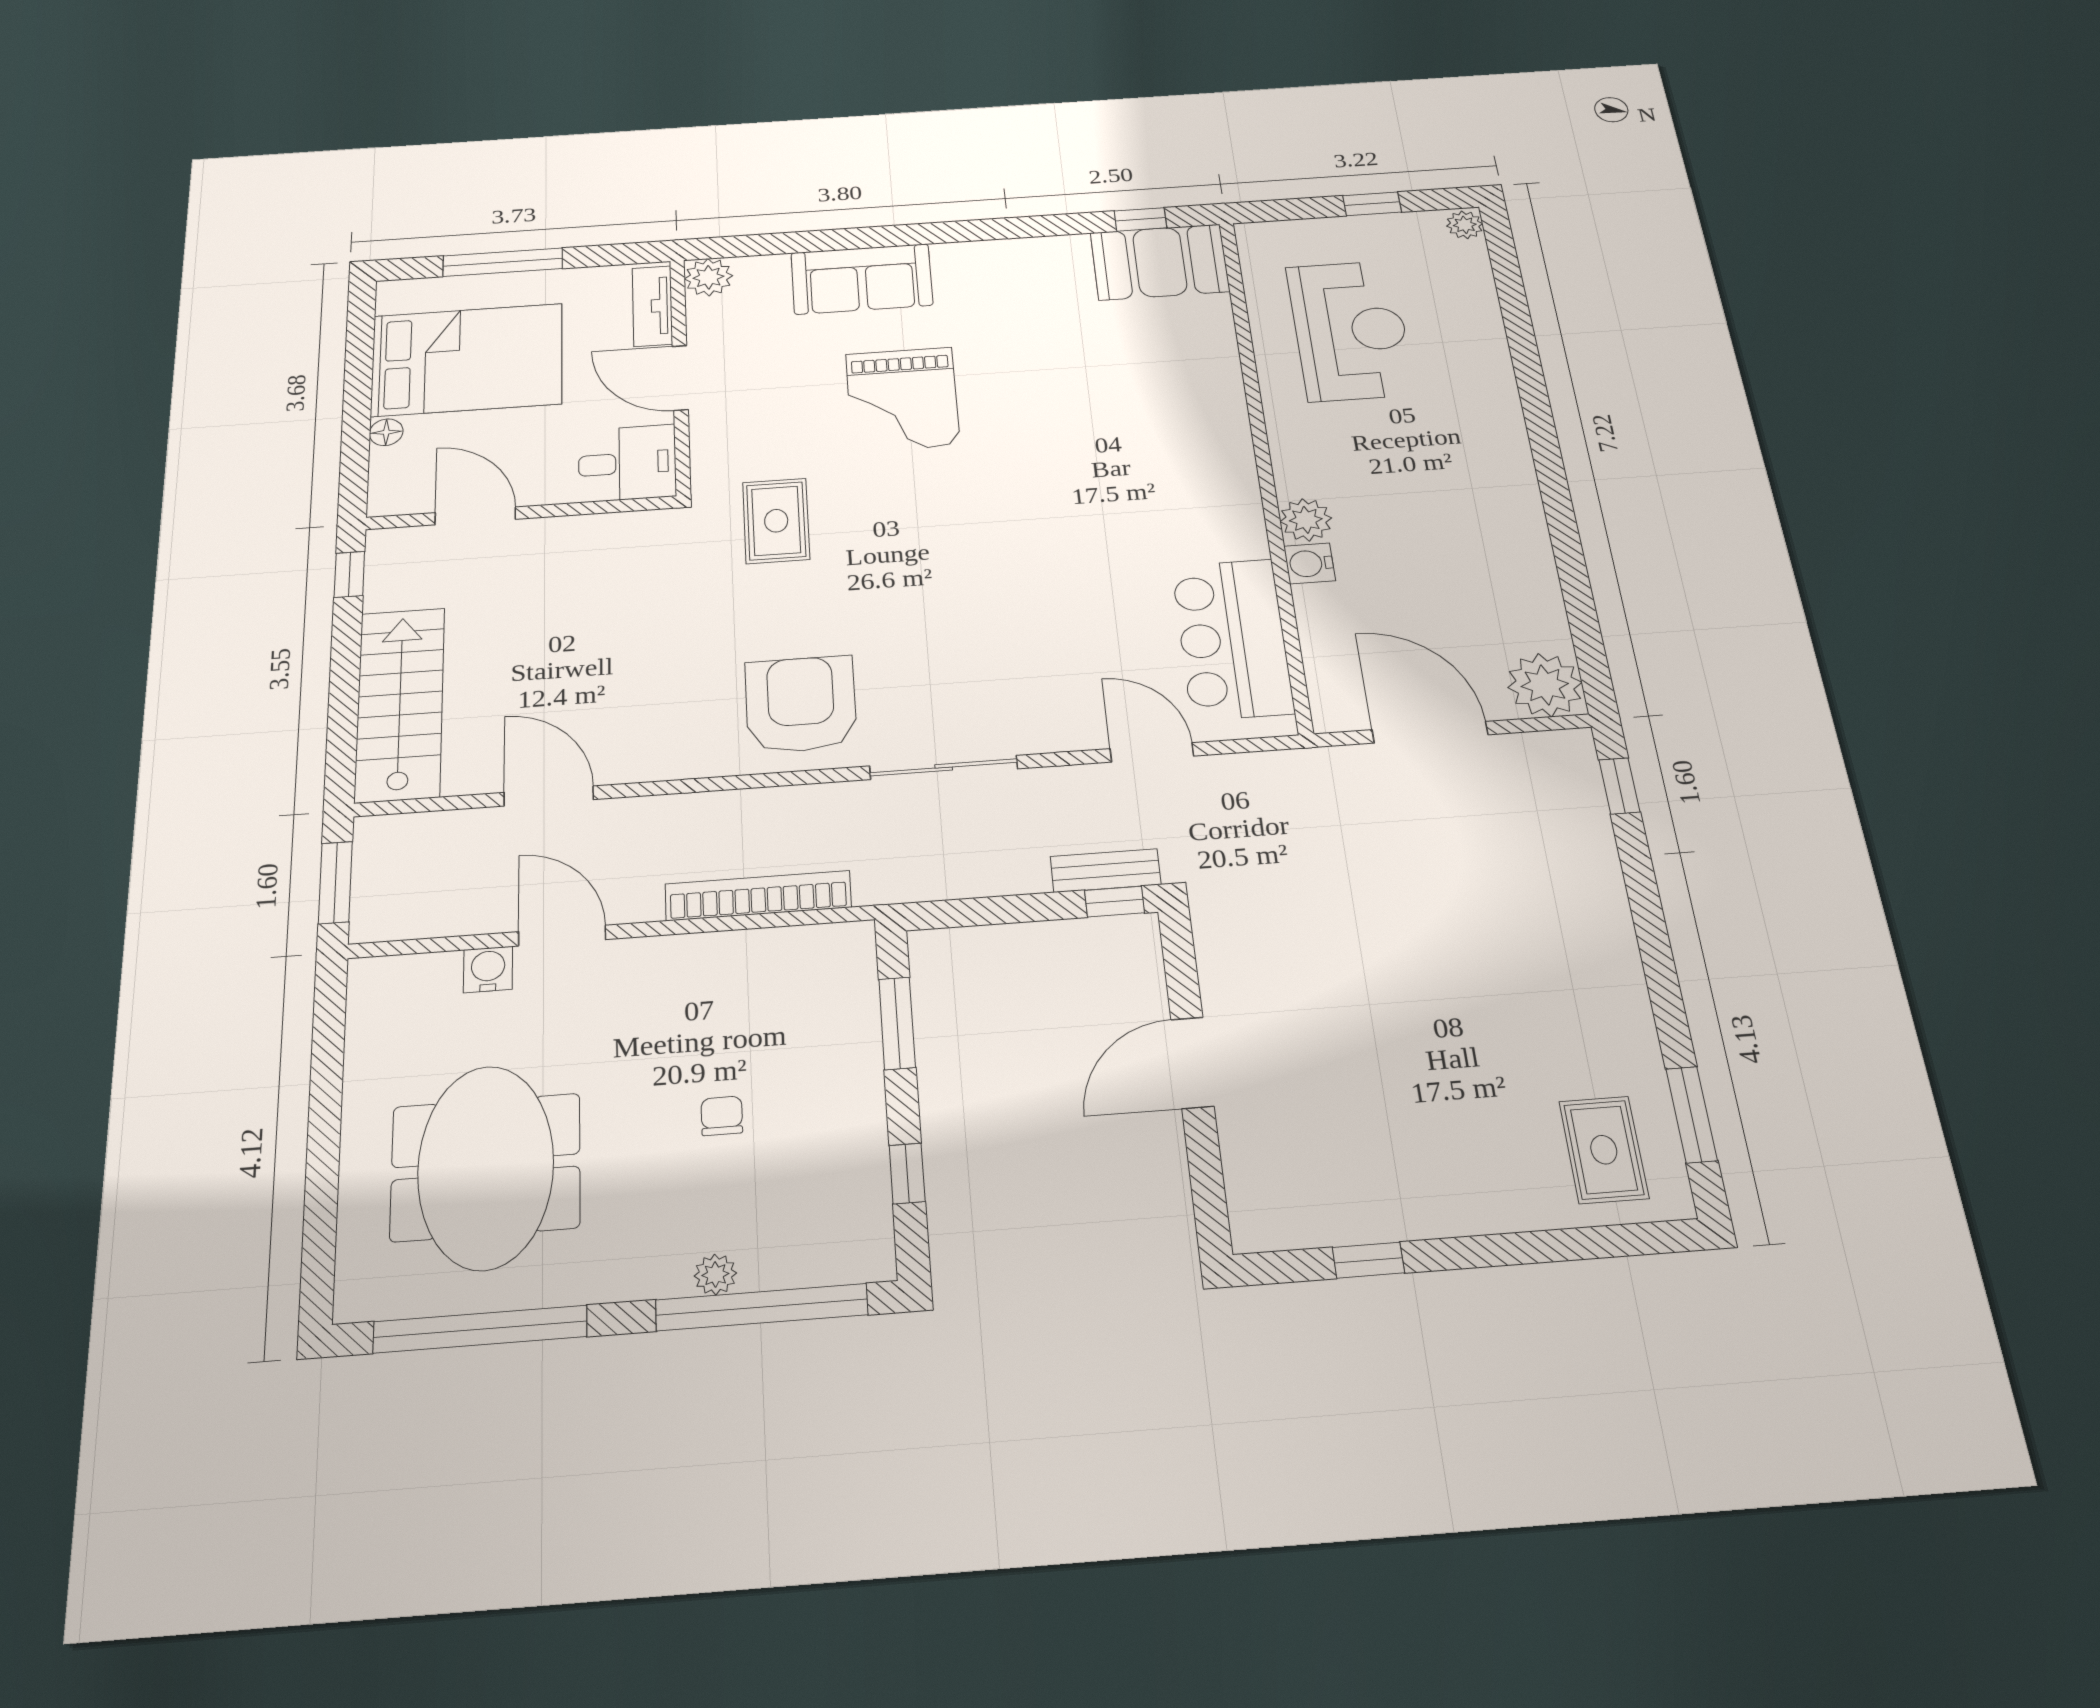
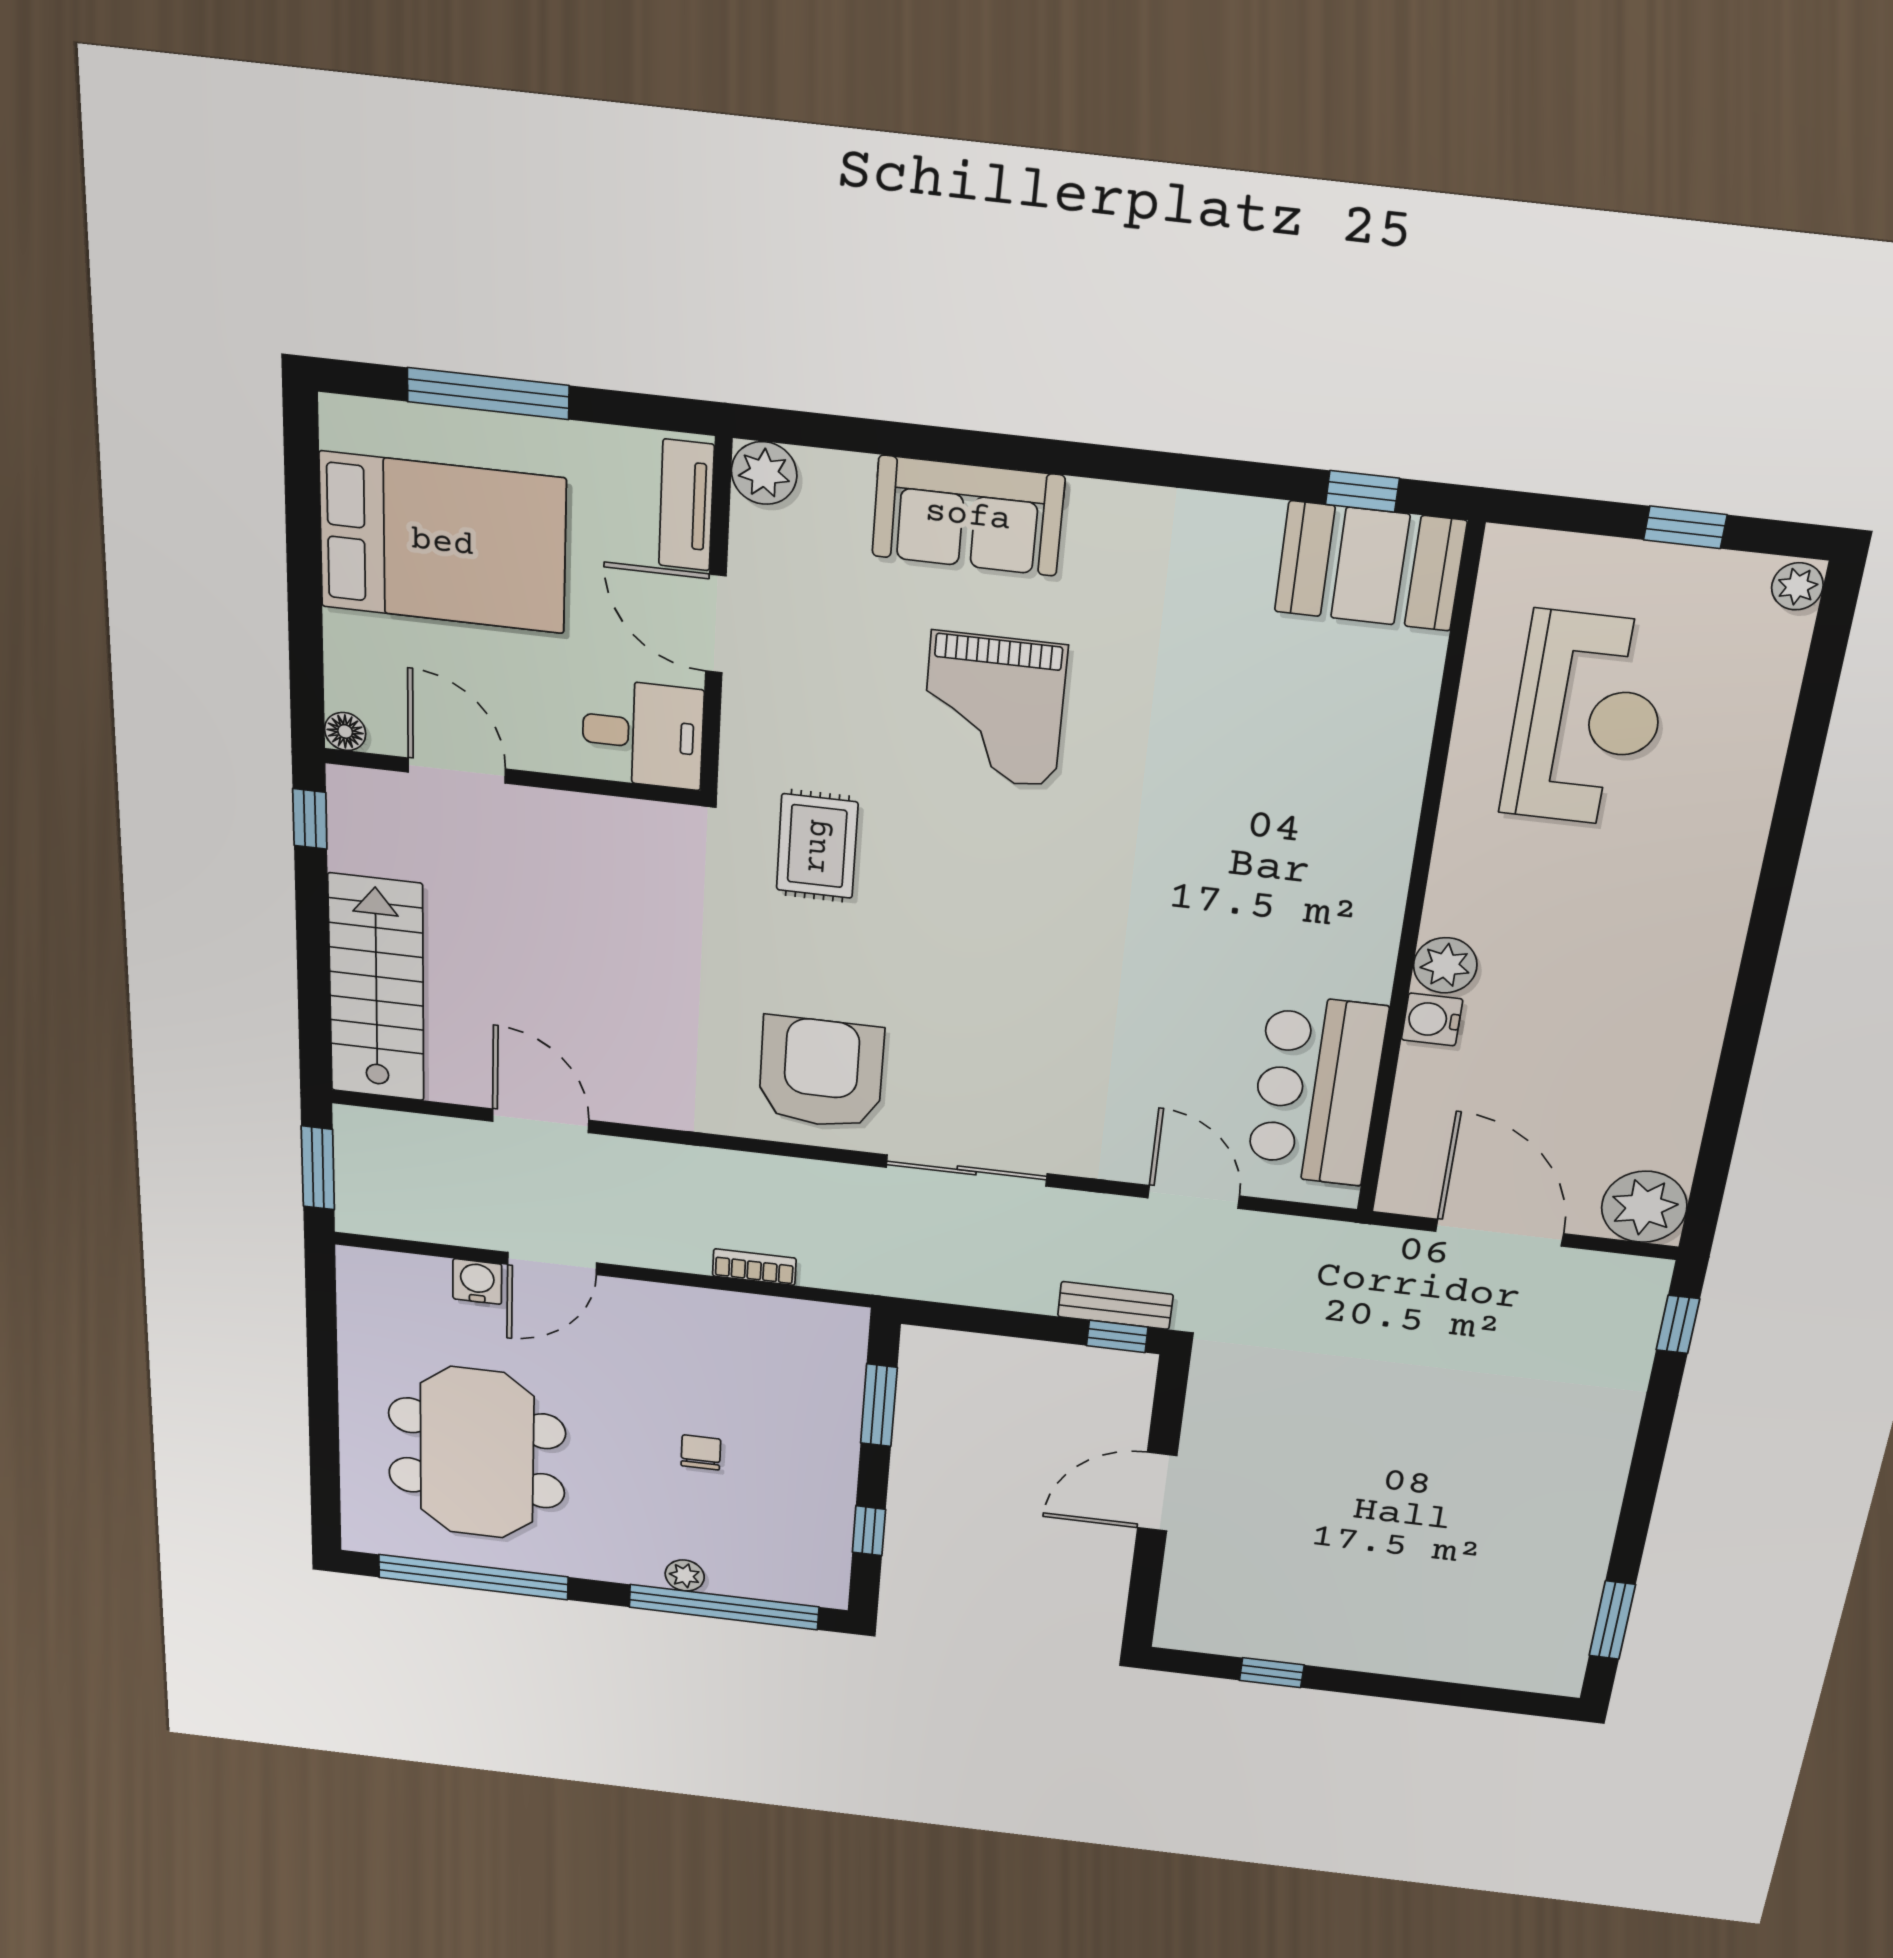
floor lamp: (386, 432) -> (345, 731), moved
bookcase: (758, 896) -> (754, 1267), width x0.43, depth x0.76
door: (562, 936) -> (552, 1264), swing flipped
rug: (1604, 1150) -> (1518, 1632), removed

